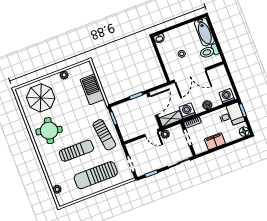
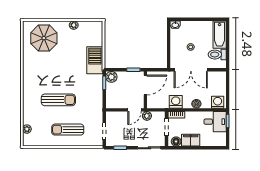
barbecue: (92, 89) -> (95, 60), moved
plant: (118, 110) -> (111, 77), added
shelving: (171, 119) -> (158, 103), removed
round table: (49, 131) -> (40, 72), removed
floor lamp: (244, 132) -> (176, 141), moved
door: (151, 133) -> (134, 110), hinge flipped
sun lounger: (104, 135) -> (90, 95), removed
sun lounger: (96, 175) -> (68, 130), width x0.73, depth x0.75

